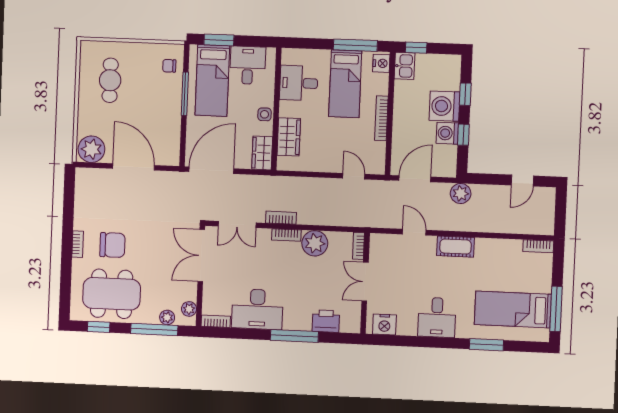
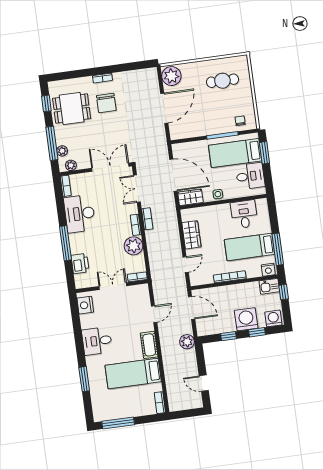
washing machine: (447, 133) -> (273, 318), moved
wardrobe: (289, 137) -> (191, 235), moved, turned -90
door: (211, 170) -> (173, 175), moved
dining table: (112, 294) -> (72, 108), width x0.73
bed: (513, 309) -> (133, 373), moved, turned -90

